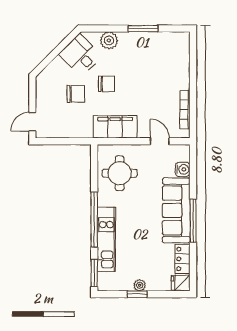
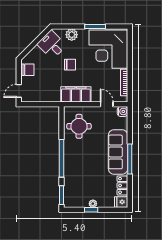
corner desk: (162, 61) -> (108, 49), added
chair: (76, 94) -> (28, 70), moved
water cooler: (183, 169) -> (122, 111), moved
kitchen unit: (106, 239) -> (70, 172), removed

